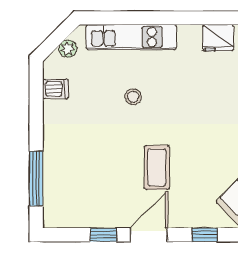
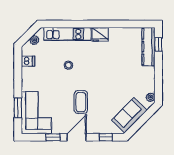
fridge: (218, 38) -> (100, 34), moved
window: (36, 179) -> (18, 108), width x0.69
corner sofa: (72, 188) -> (36, 113), added

